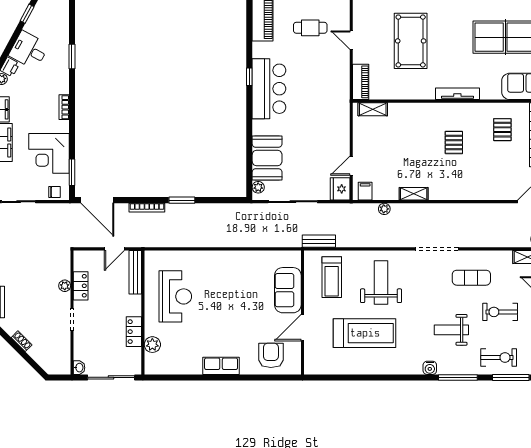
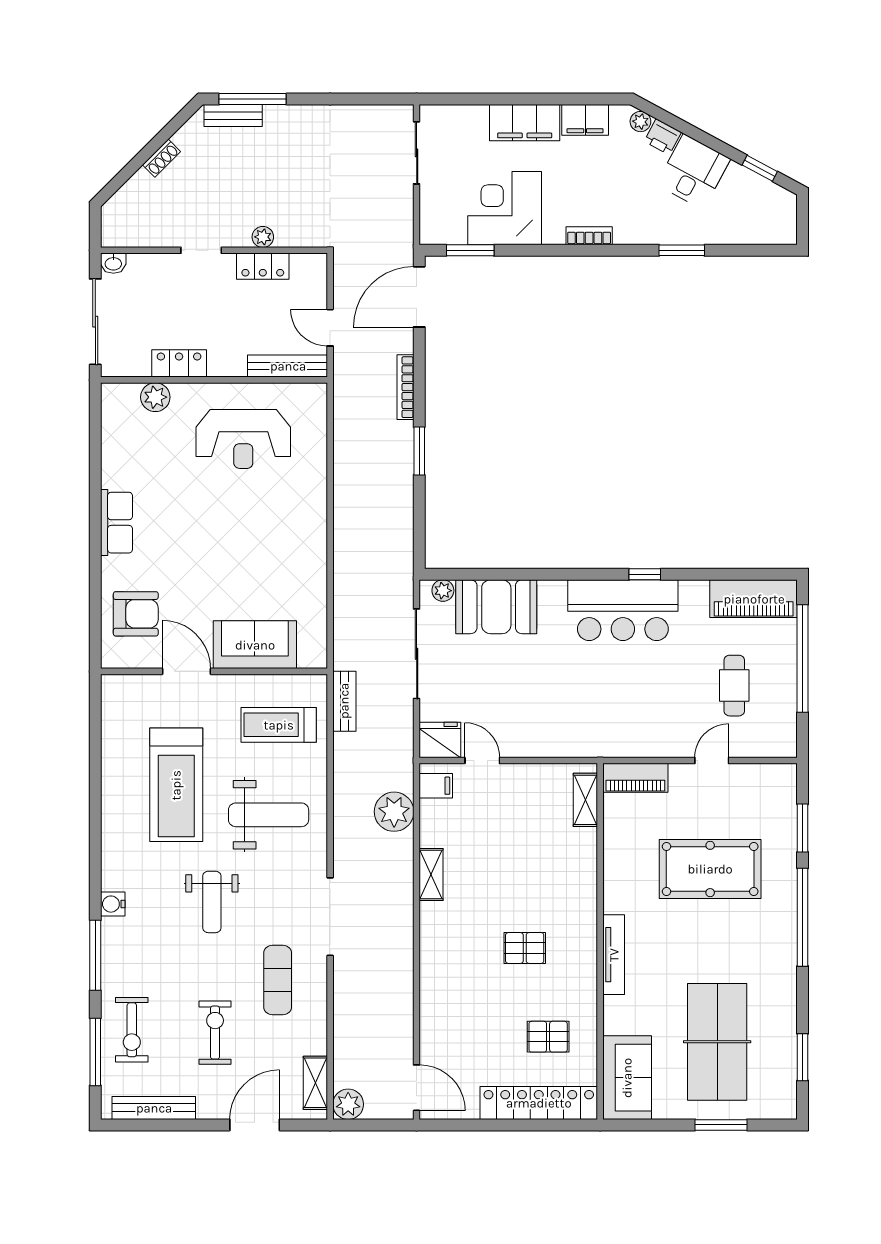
chair: (54, 192) -> (434, 218), removed
plant: (384, 209) -> (394, 812), width x1.87, depth x1.87
weight bench: (451, 330) -> (212, 902), moved, turned 180

